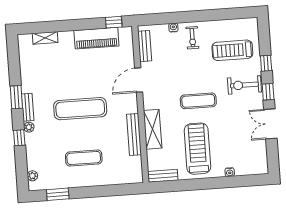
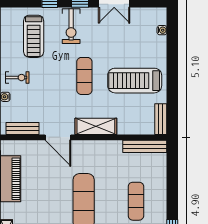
shelving: (153, 129) -> (96, 126), moved
bench: (134, 134) -> (145, 146), moved
water cooler: (230, 172) -> (162, 30), moved

